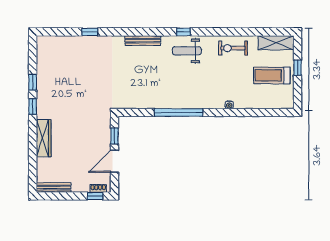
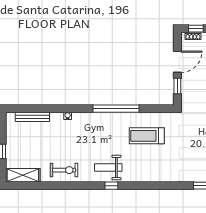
bench: (143, 41) -> (32, 117), moved
weight bench: (187, 51) -> (108, 168), turned 180
treadmill: (272, 75) -> (147, 136), moved, turned 180

